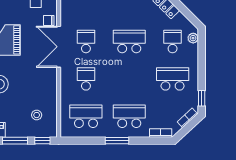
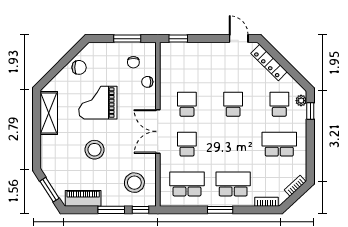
school desk: (129, 42) -> (233, 104), width x0.54
double door: (59, 47) -> (158, 131), moved
window: (202, 98) -> (310, 111), moved
stool: (37, 115) -> (134, 183), width x1.89, depth x1.89

